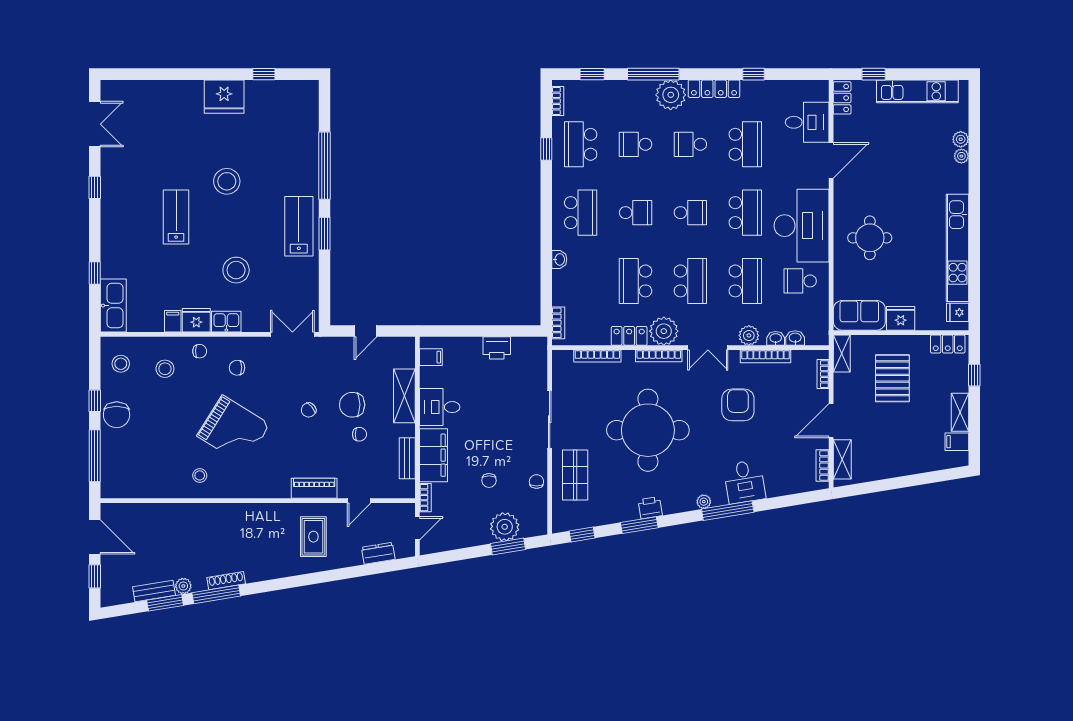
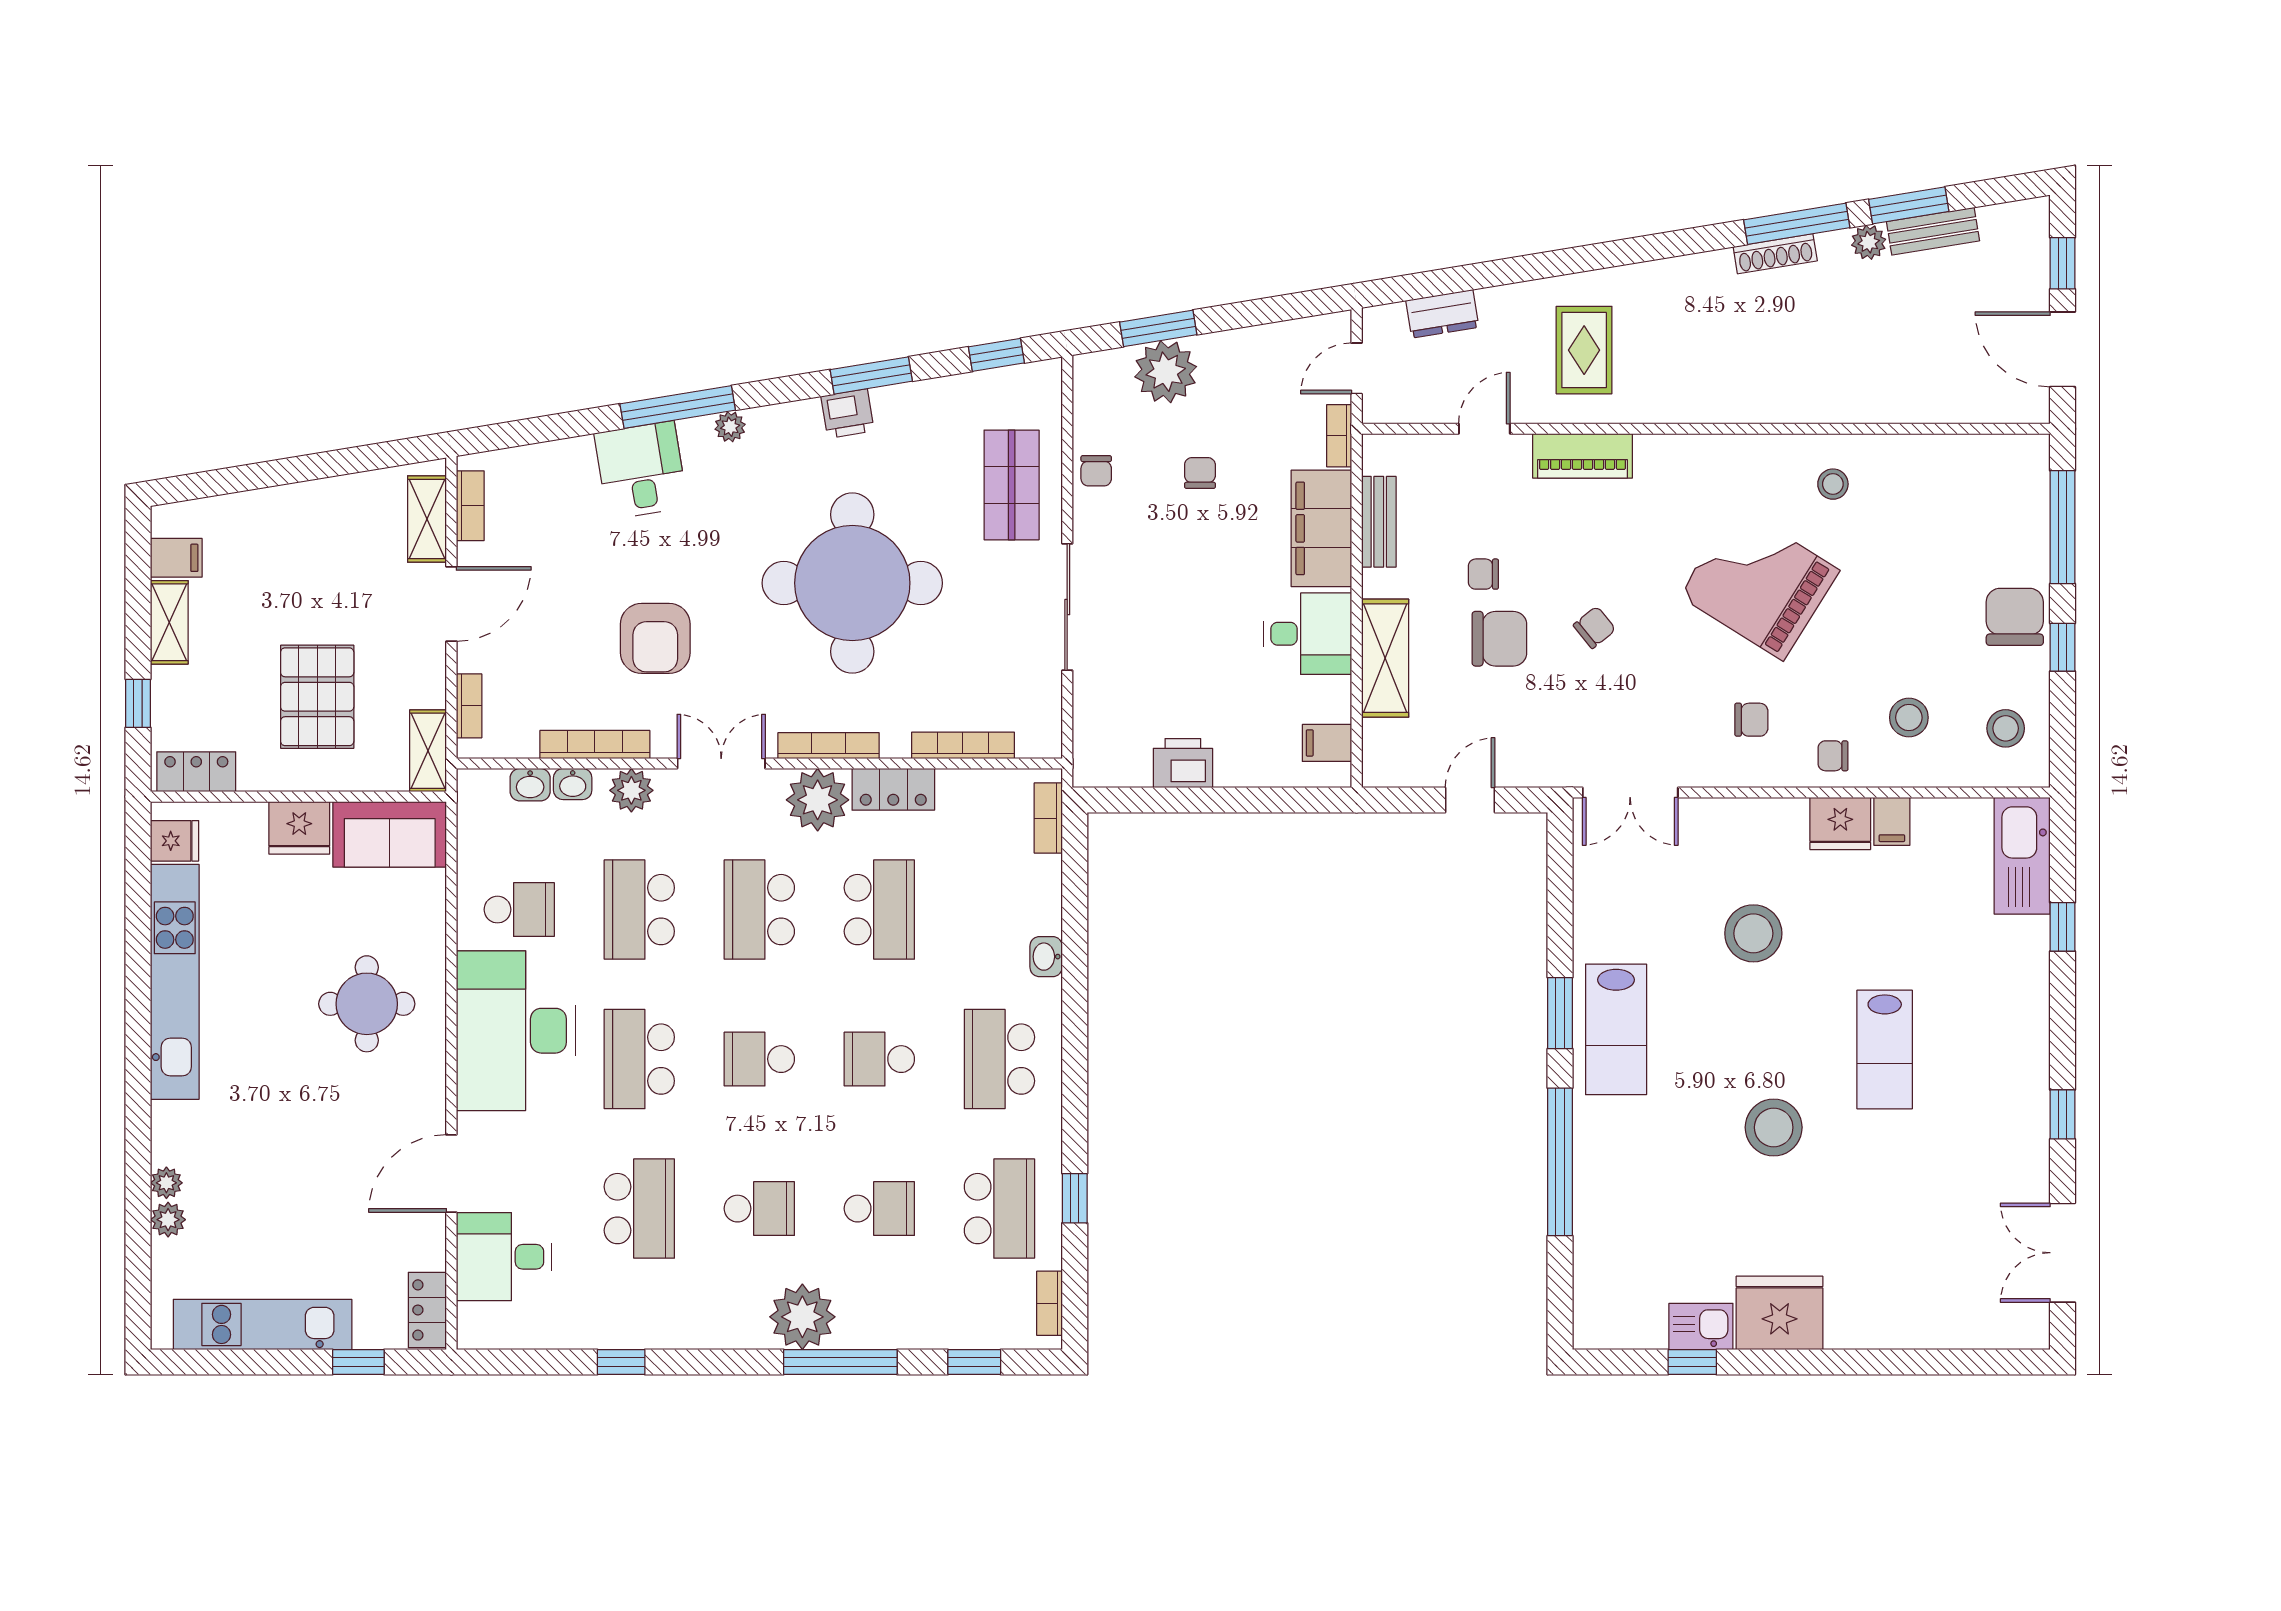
locker: (714, 89) -> (708, 1330), removed
school desk: (745, 144) -> (639, 1209), turned 180
kitchen sink: (226, 322) -> (1701, 1326), moved, turned 180

